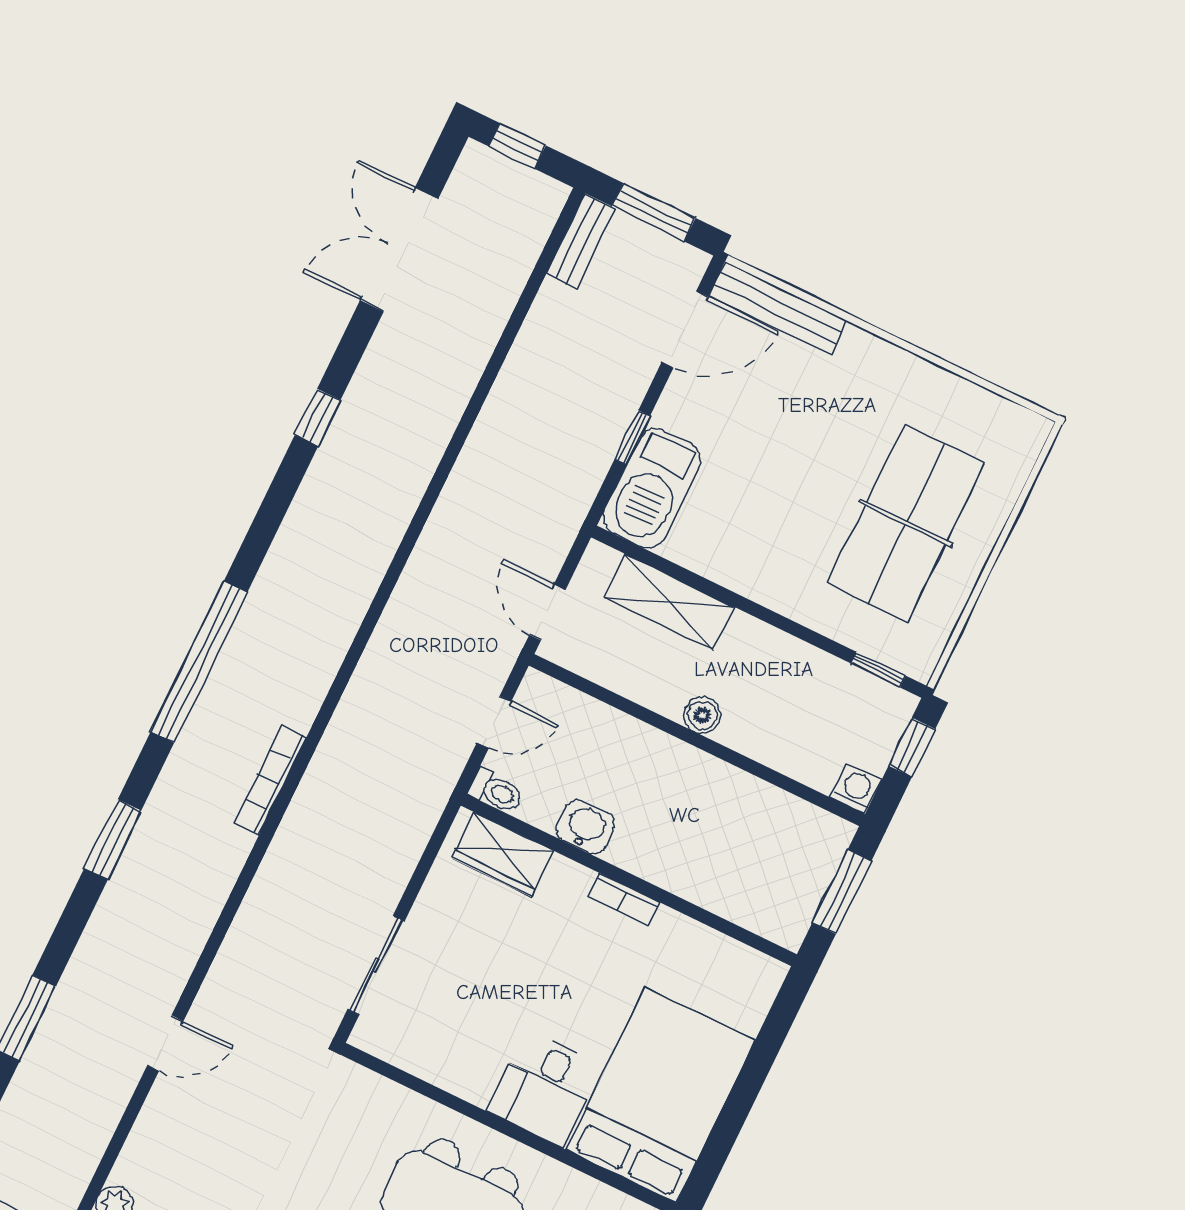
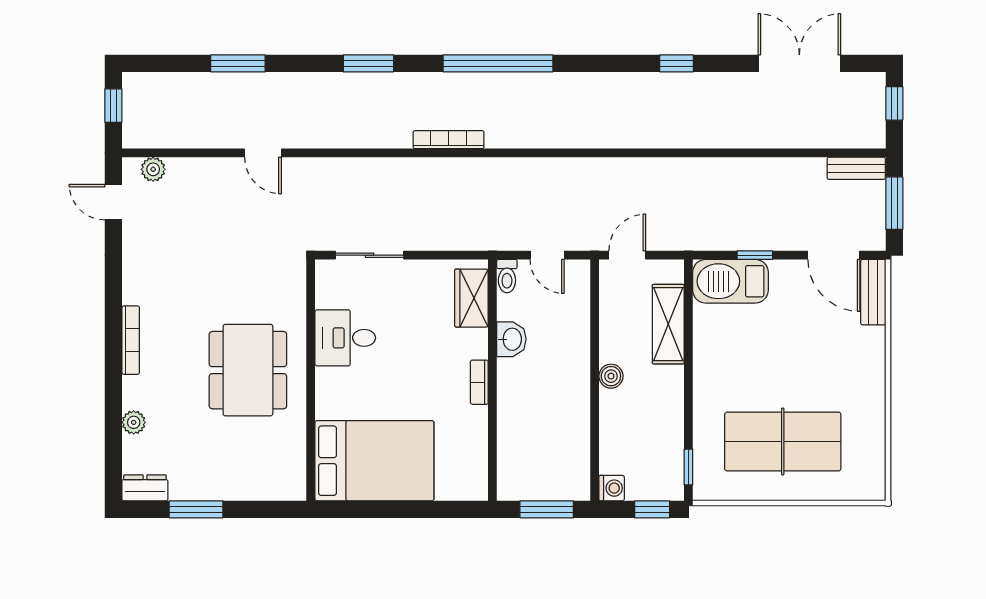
bench: (778, 308) -> (873, 292), width x0.73
desk: (545, 1088) -> (345, 338), moved

